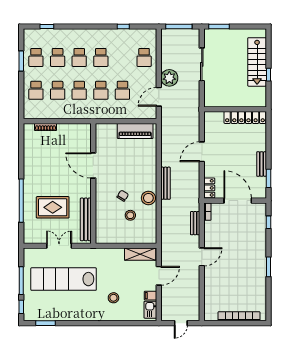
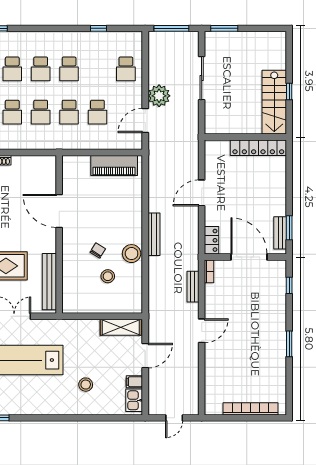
stairs: (257, 62) -> (274, 102), moved
bench: (262, 164) -> (280, 233), moved

